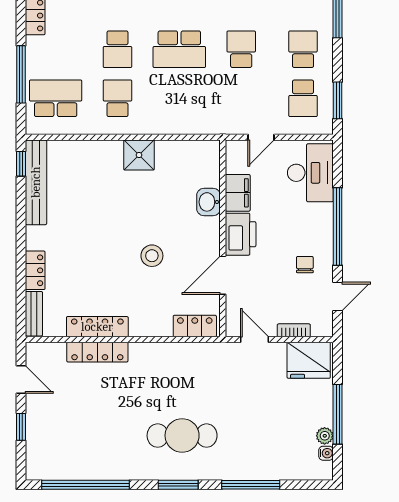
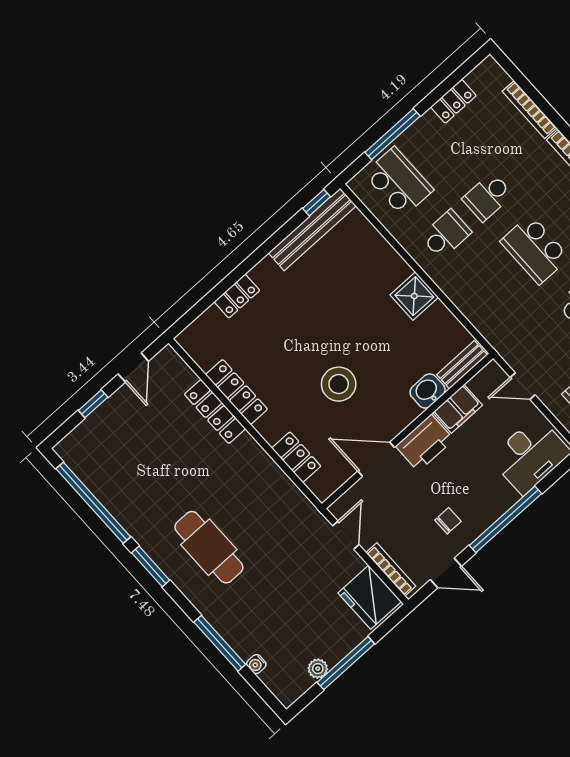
stool: (152, 256) -> (339, 384), width x1.38, depth x1.38
bench: (34, 314) -> (462, 365), moved
locker: (195, 326) -> (296, 457), moved
bookcase: (294, 330) -> (391, 569), width x1.56
water cooler: (326, 453) -> (256, 664), moved, turned 90
window: (178, 485) -> (151, 566), moved

